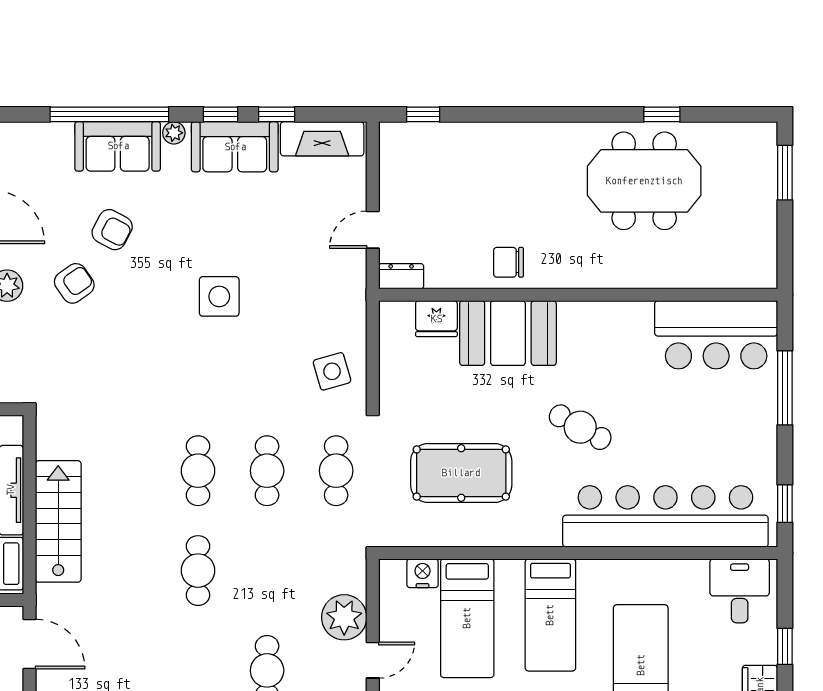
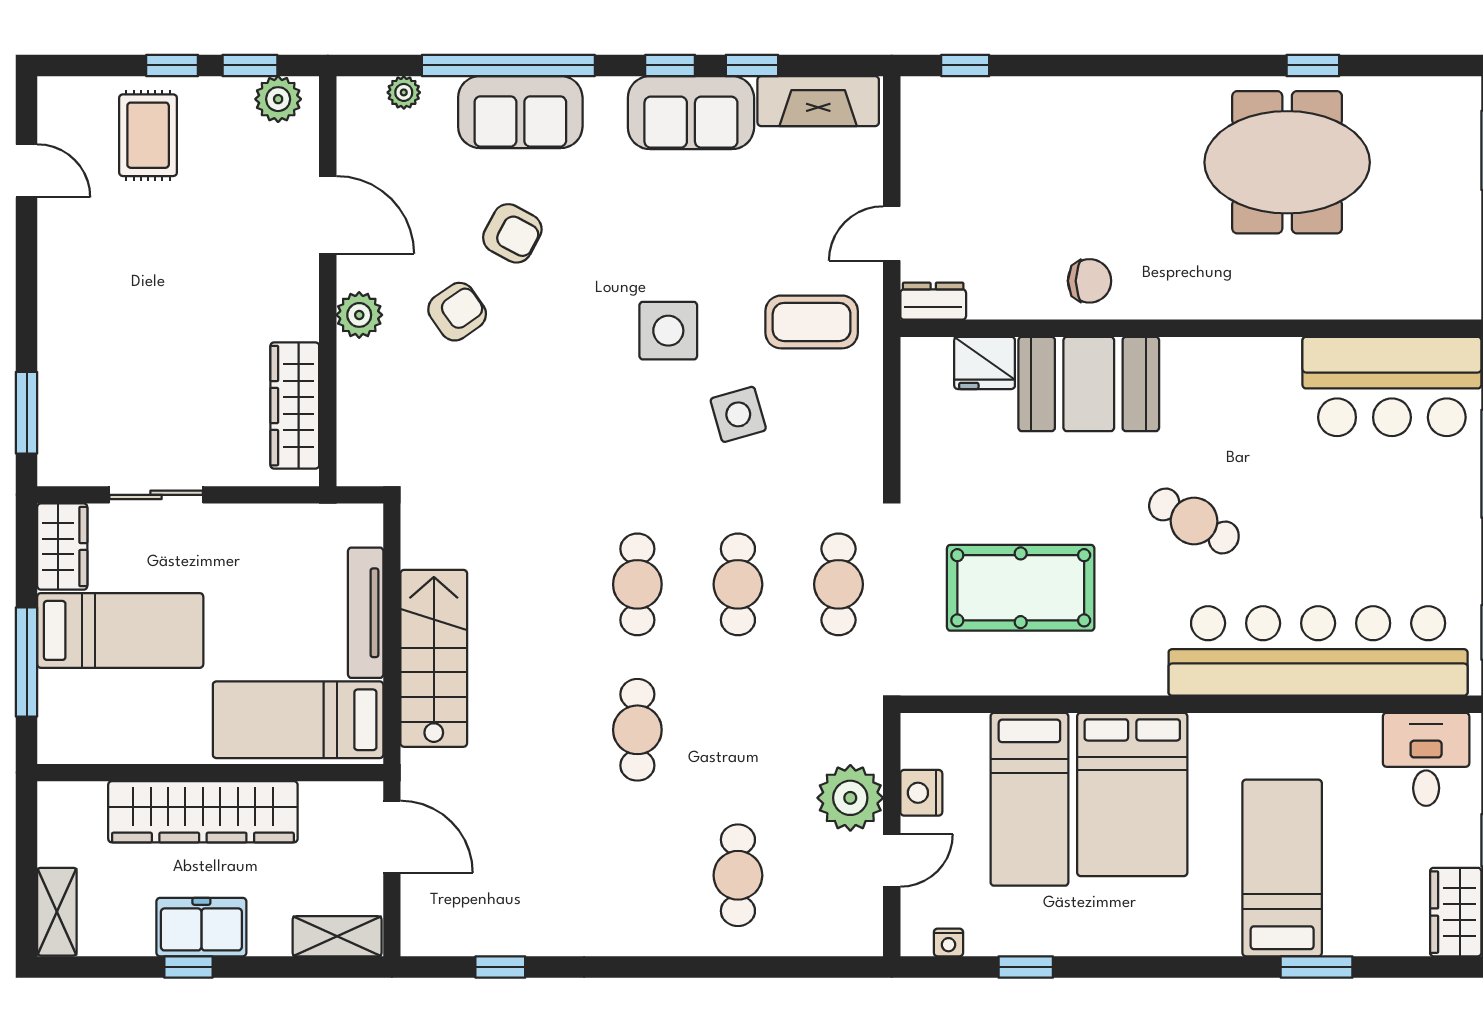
plant: (174, 133) -> (404, 92), moved
chair: (508, 262) -> (1090, 281), turned 180
coffee table: (318, 290) -> (812, 322), added
side table: (332, 371) -> (738, 414), moved
nightstand: (423, 573) -> (921, 793), moved, turned -90
bed: (550, 615) -> (1132, 794), width x1.50

